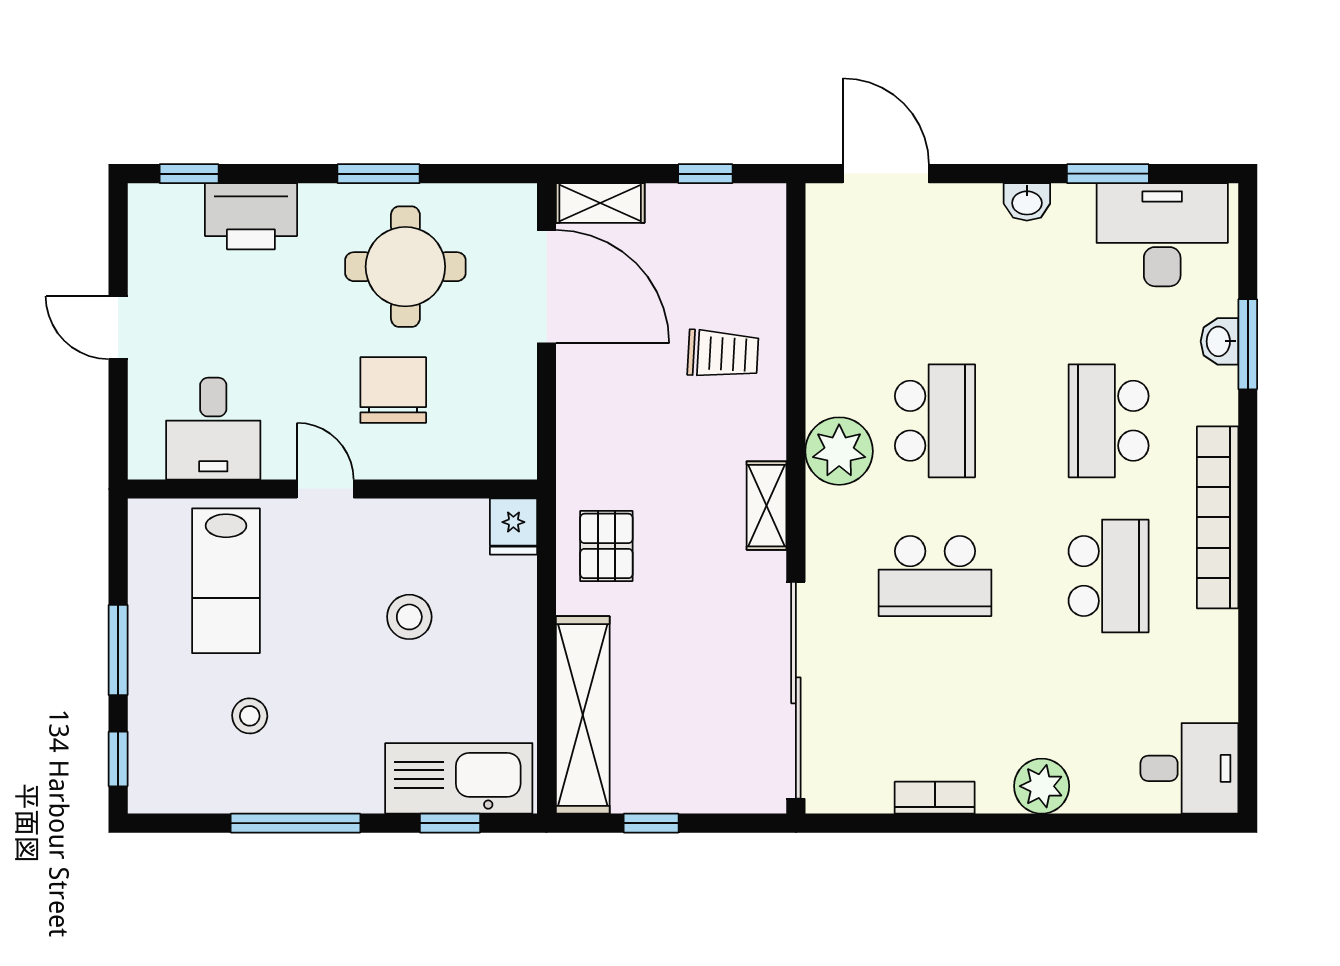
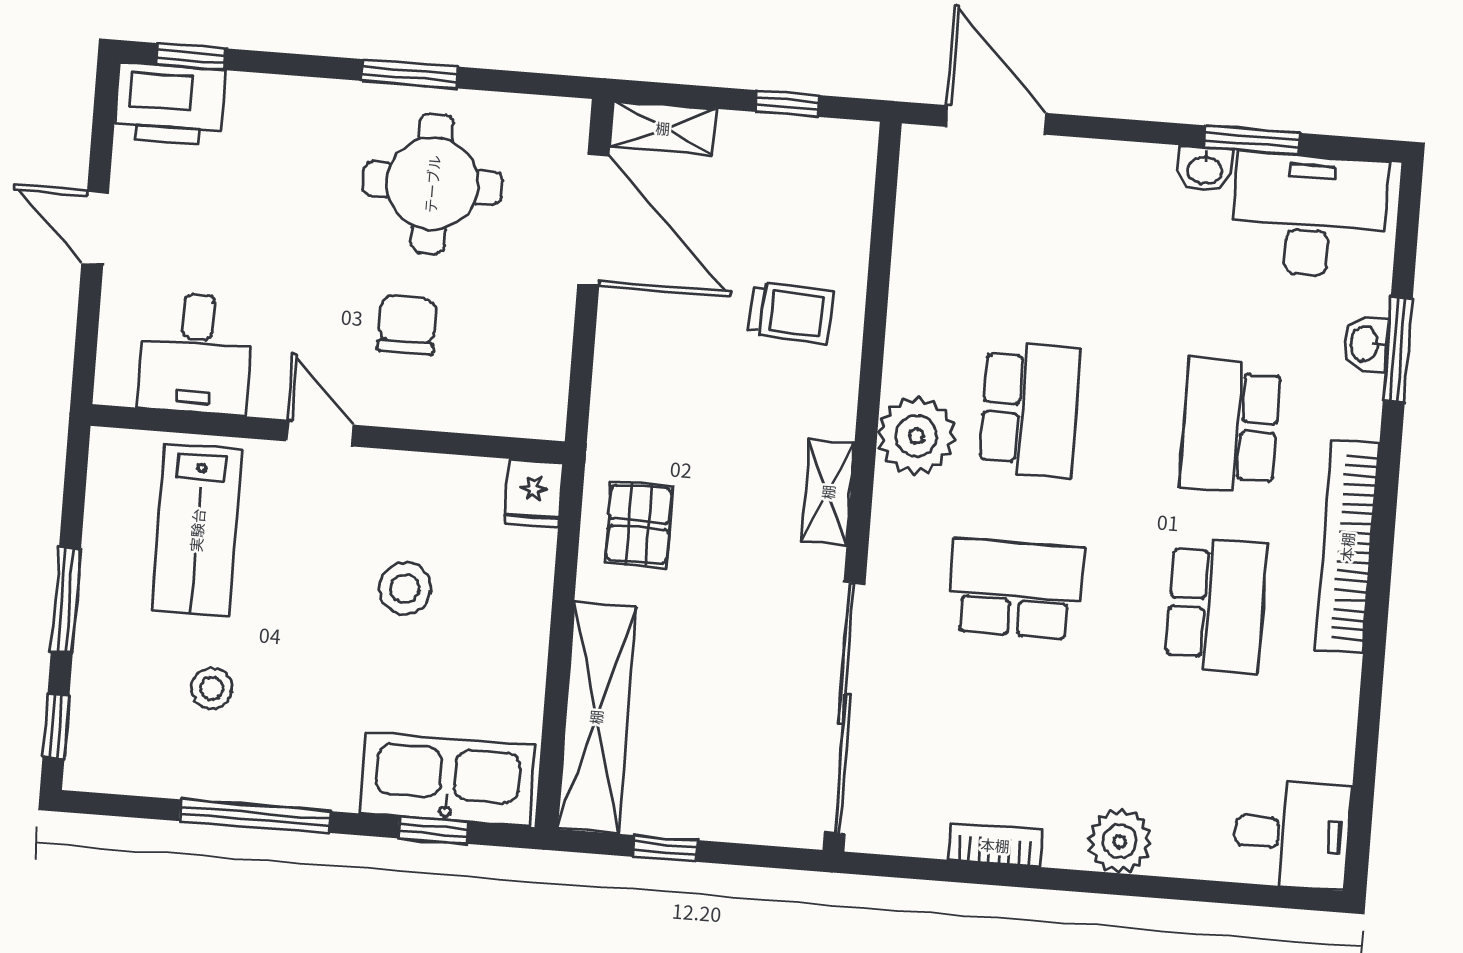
washbasin: (1027, 202) -> (1205, 169), moved
printer: (251, 216) -> (170, 104), moved
chair: (393, 390) -> (407, 325), width x0.73, depth x0.73
school desk: (935, 576) -> (1016, 589), turned 180

